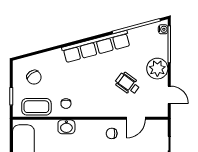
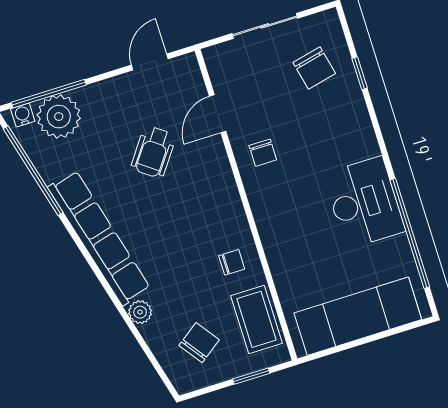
plant: (56, 55) -> (140, 312), added
plant: (157, 69) -> (59, 117), moved
door: (136, 118) -> (218, 114), swing flipped
washbasin: (66, 127) -> (278, 247), removed

